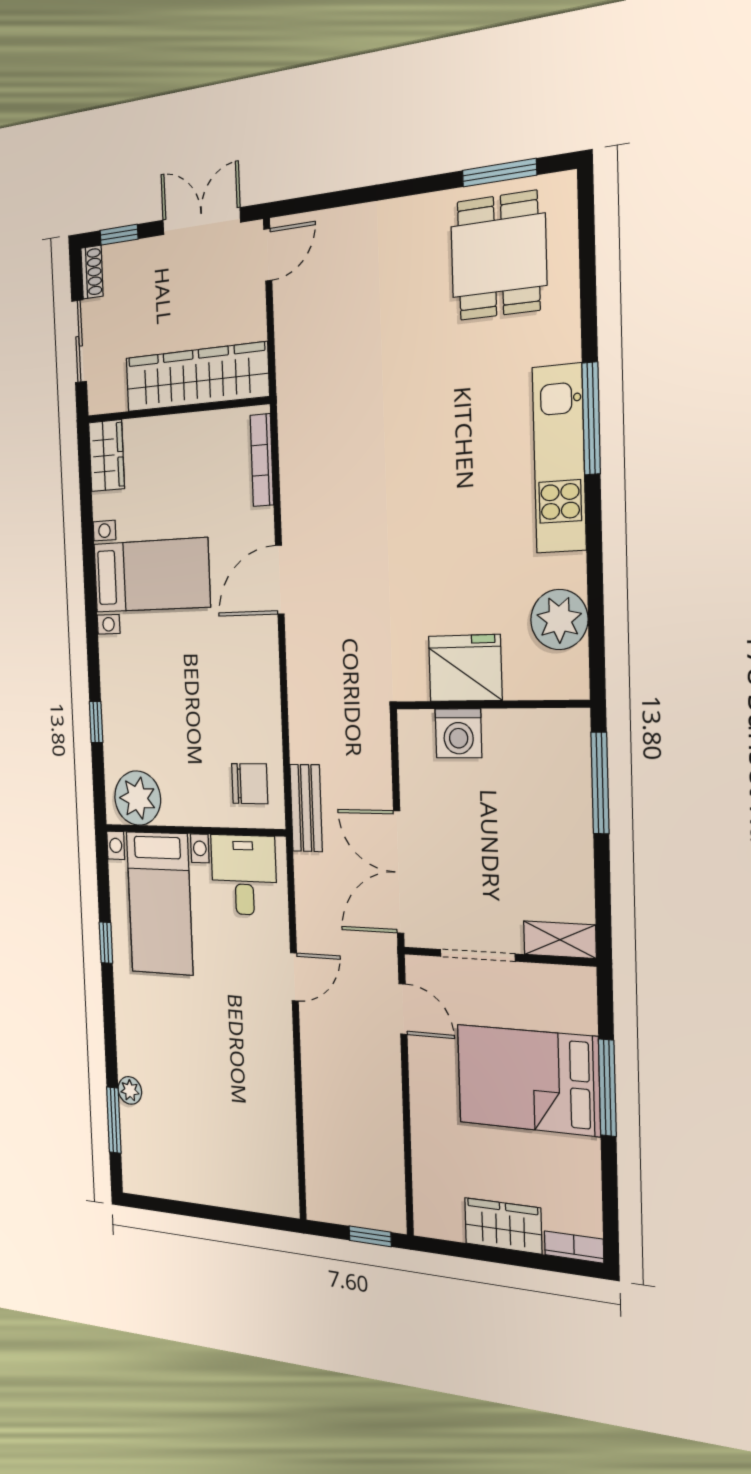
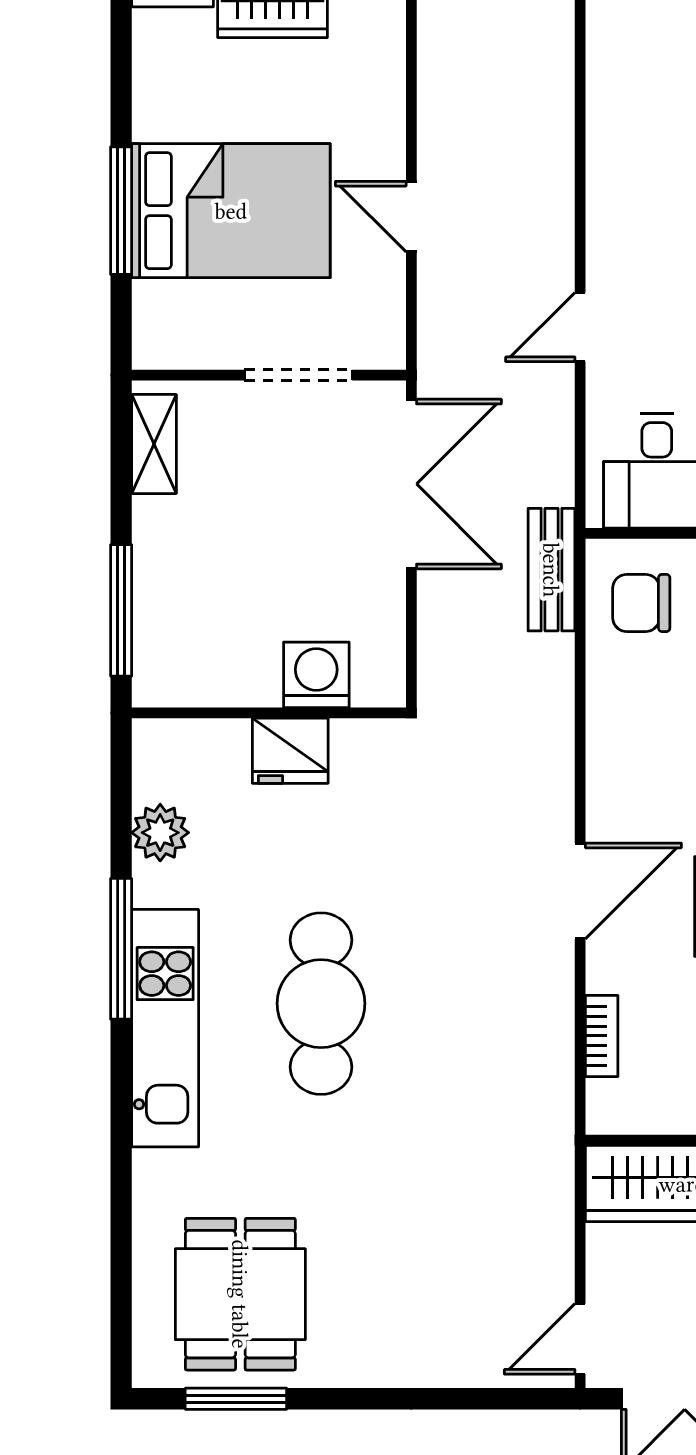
window: (591, 418) -> (121, 949), moved
bookcase: (262, 460) -> (602, 1036), width x0.64
cafe table: (448, 486) -> (321, 1004), added
plant: (559, 619) -> (160, 833), width x0.73, depth x0.73
fridge: (465, 668) -> (290, 751), width x0.73, depth x0.75
shelving: (560, 940) -> (154, 444), moved, turned 90
door: (403, 1009) -> (411, 217), moved

